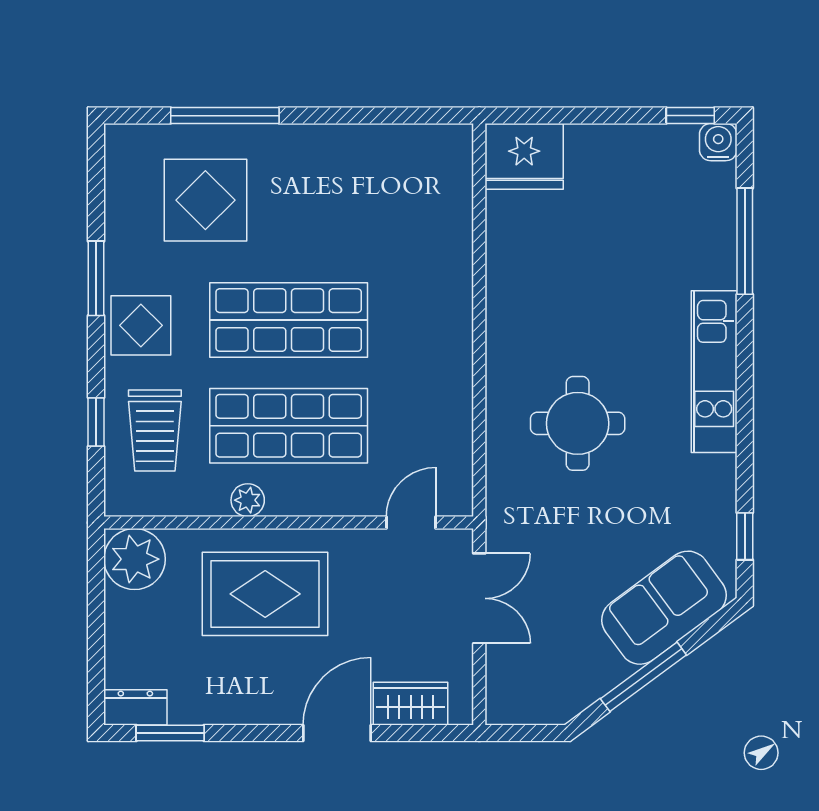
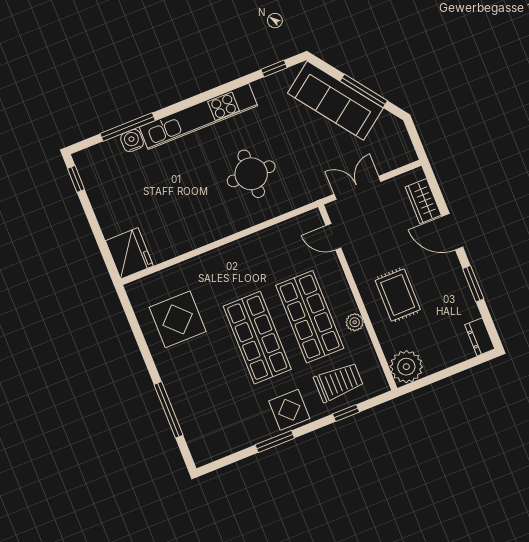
water cooler: (718, 142) -> (132, 141), moved, turned 90
display table: (205, 200) -> (178, 319), moved
kitchen unit: (714, 372) -> (198, 116), width x1.36
rug: (265, 594) -> (398, 295), width x0.73, depth x0.70
sofa: (664, 608) -> (335, 101), width x1.36
window: (170, 733) -> (473, 284), moved

